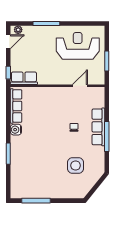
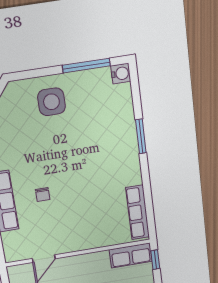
water cooler: (16, 130) -> (121, 74), moved
side table: (76, 165) -> (51, 102), moved

